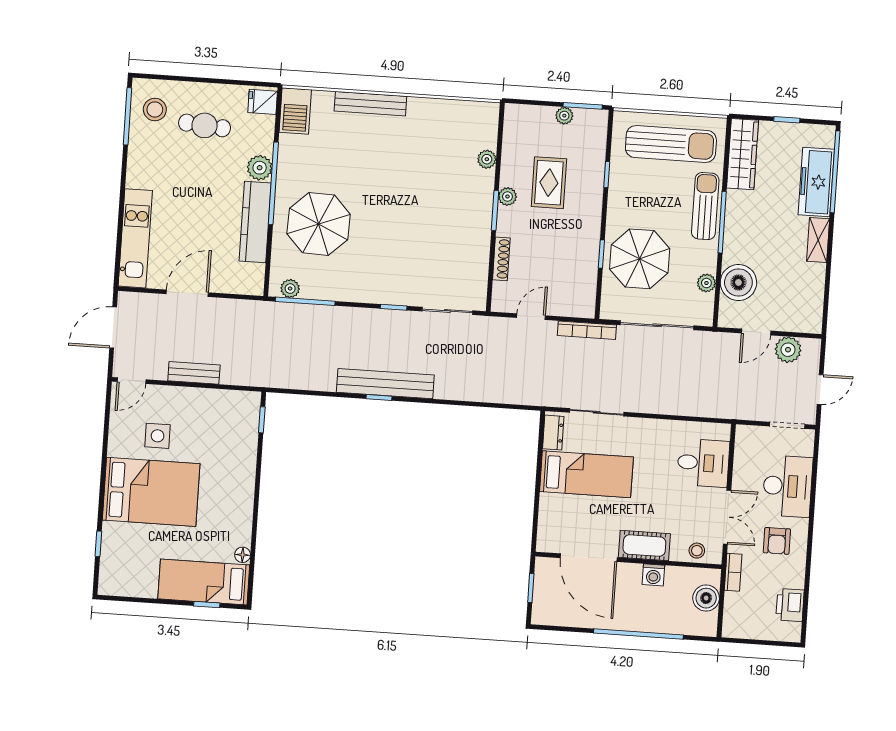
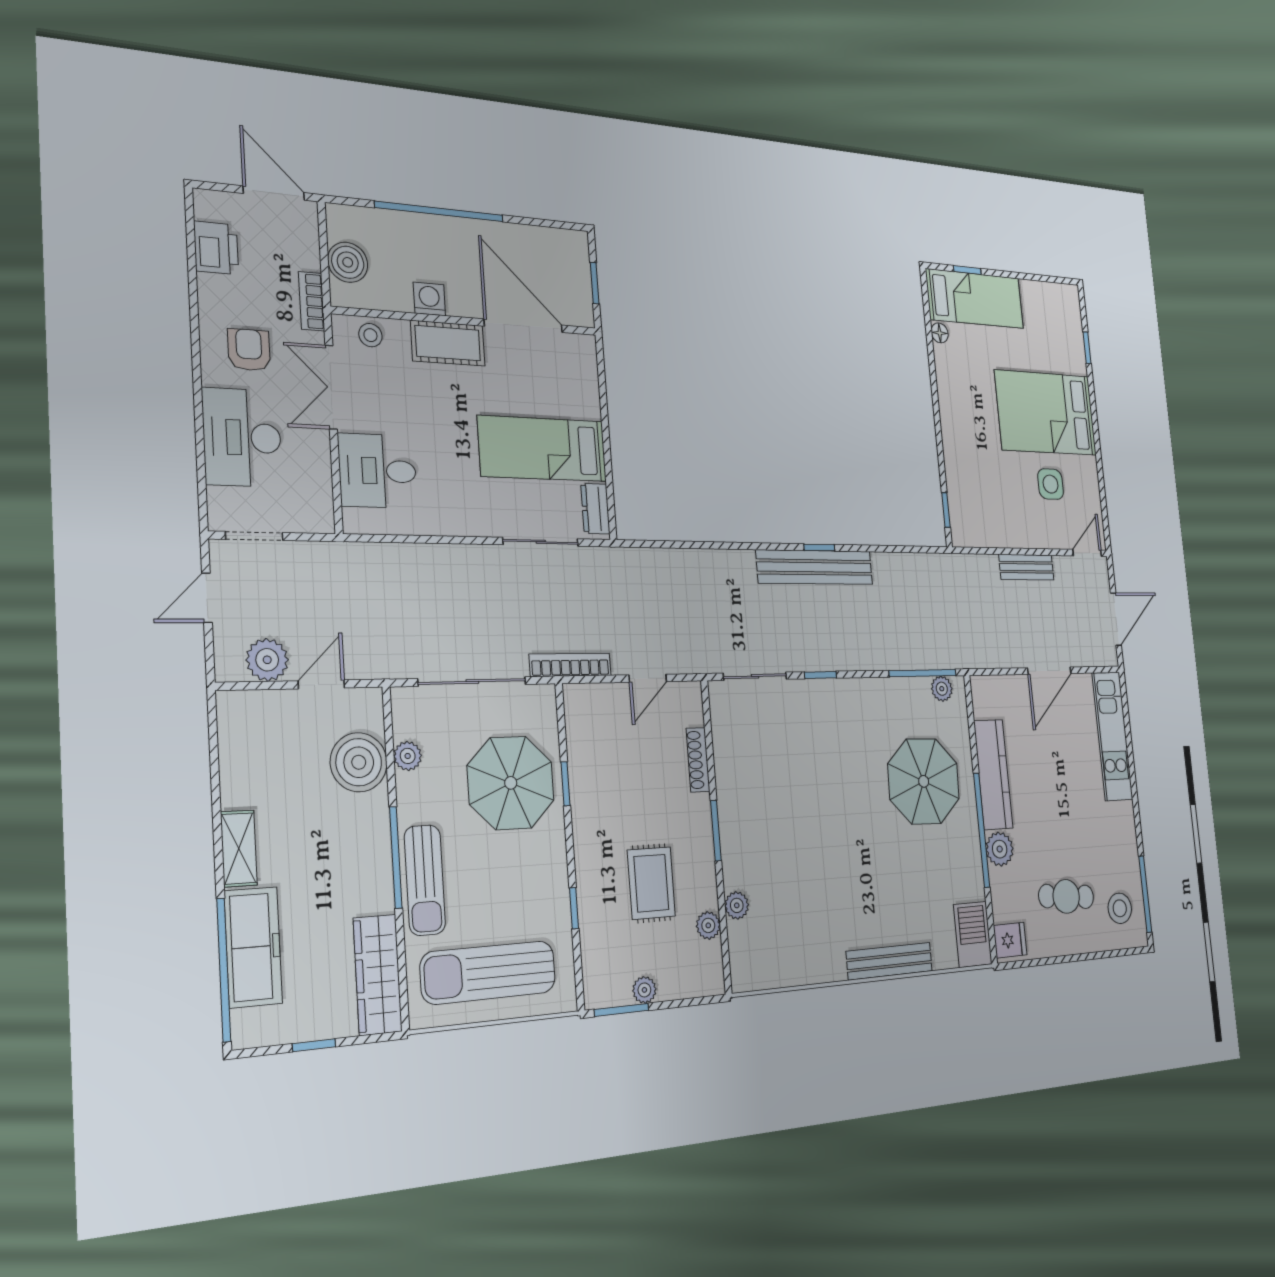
plant: (507, 196) -> (708, 925), moved
door: (749, 642) -> (274, 193), added

